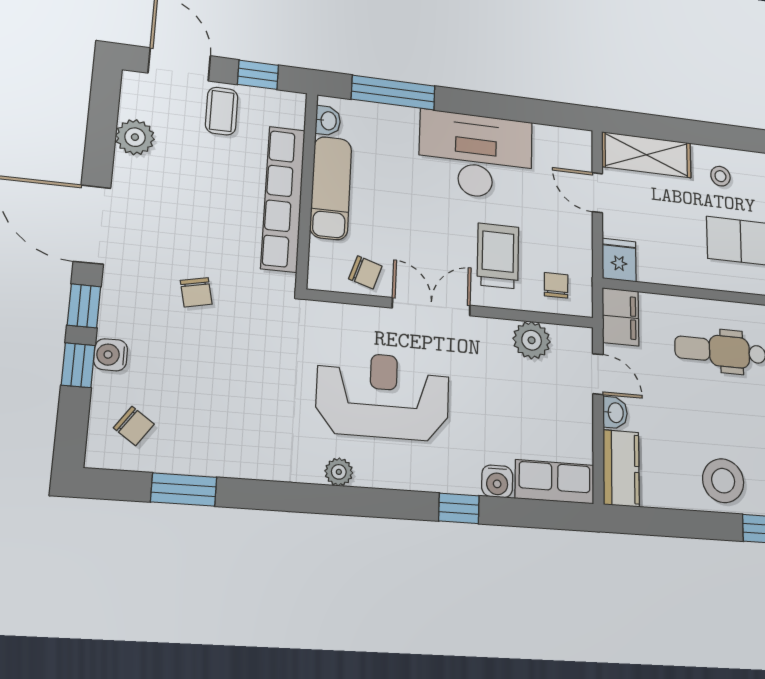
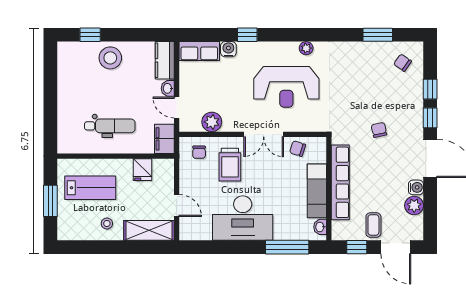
fridge: (619, 260) -> (143, 170), moved
water cooler: (111, 355) -> (416, 187), moved

